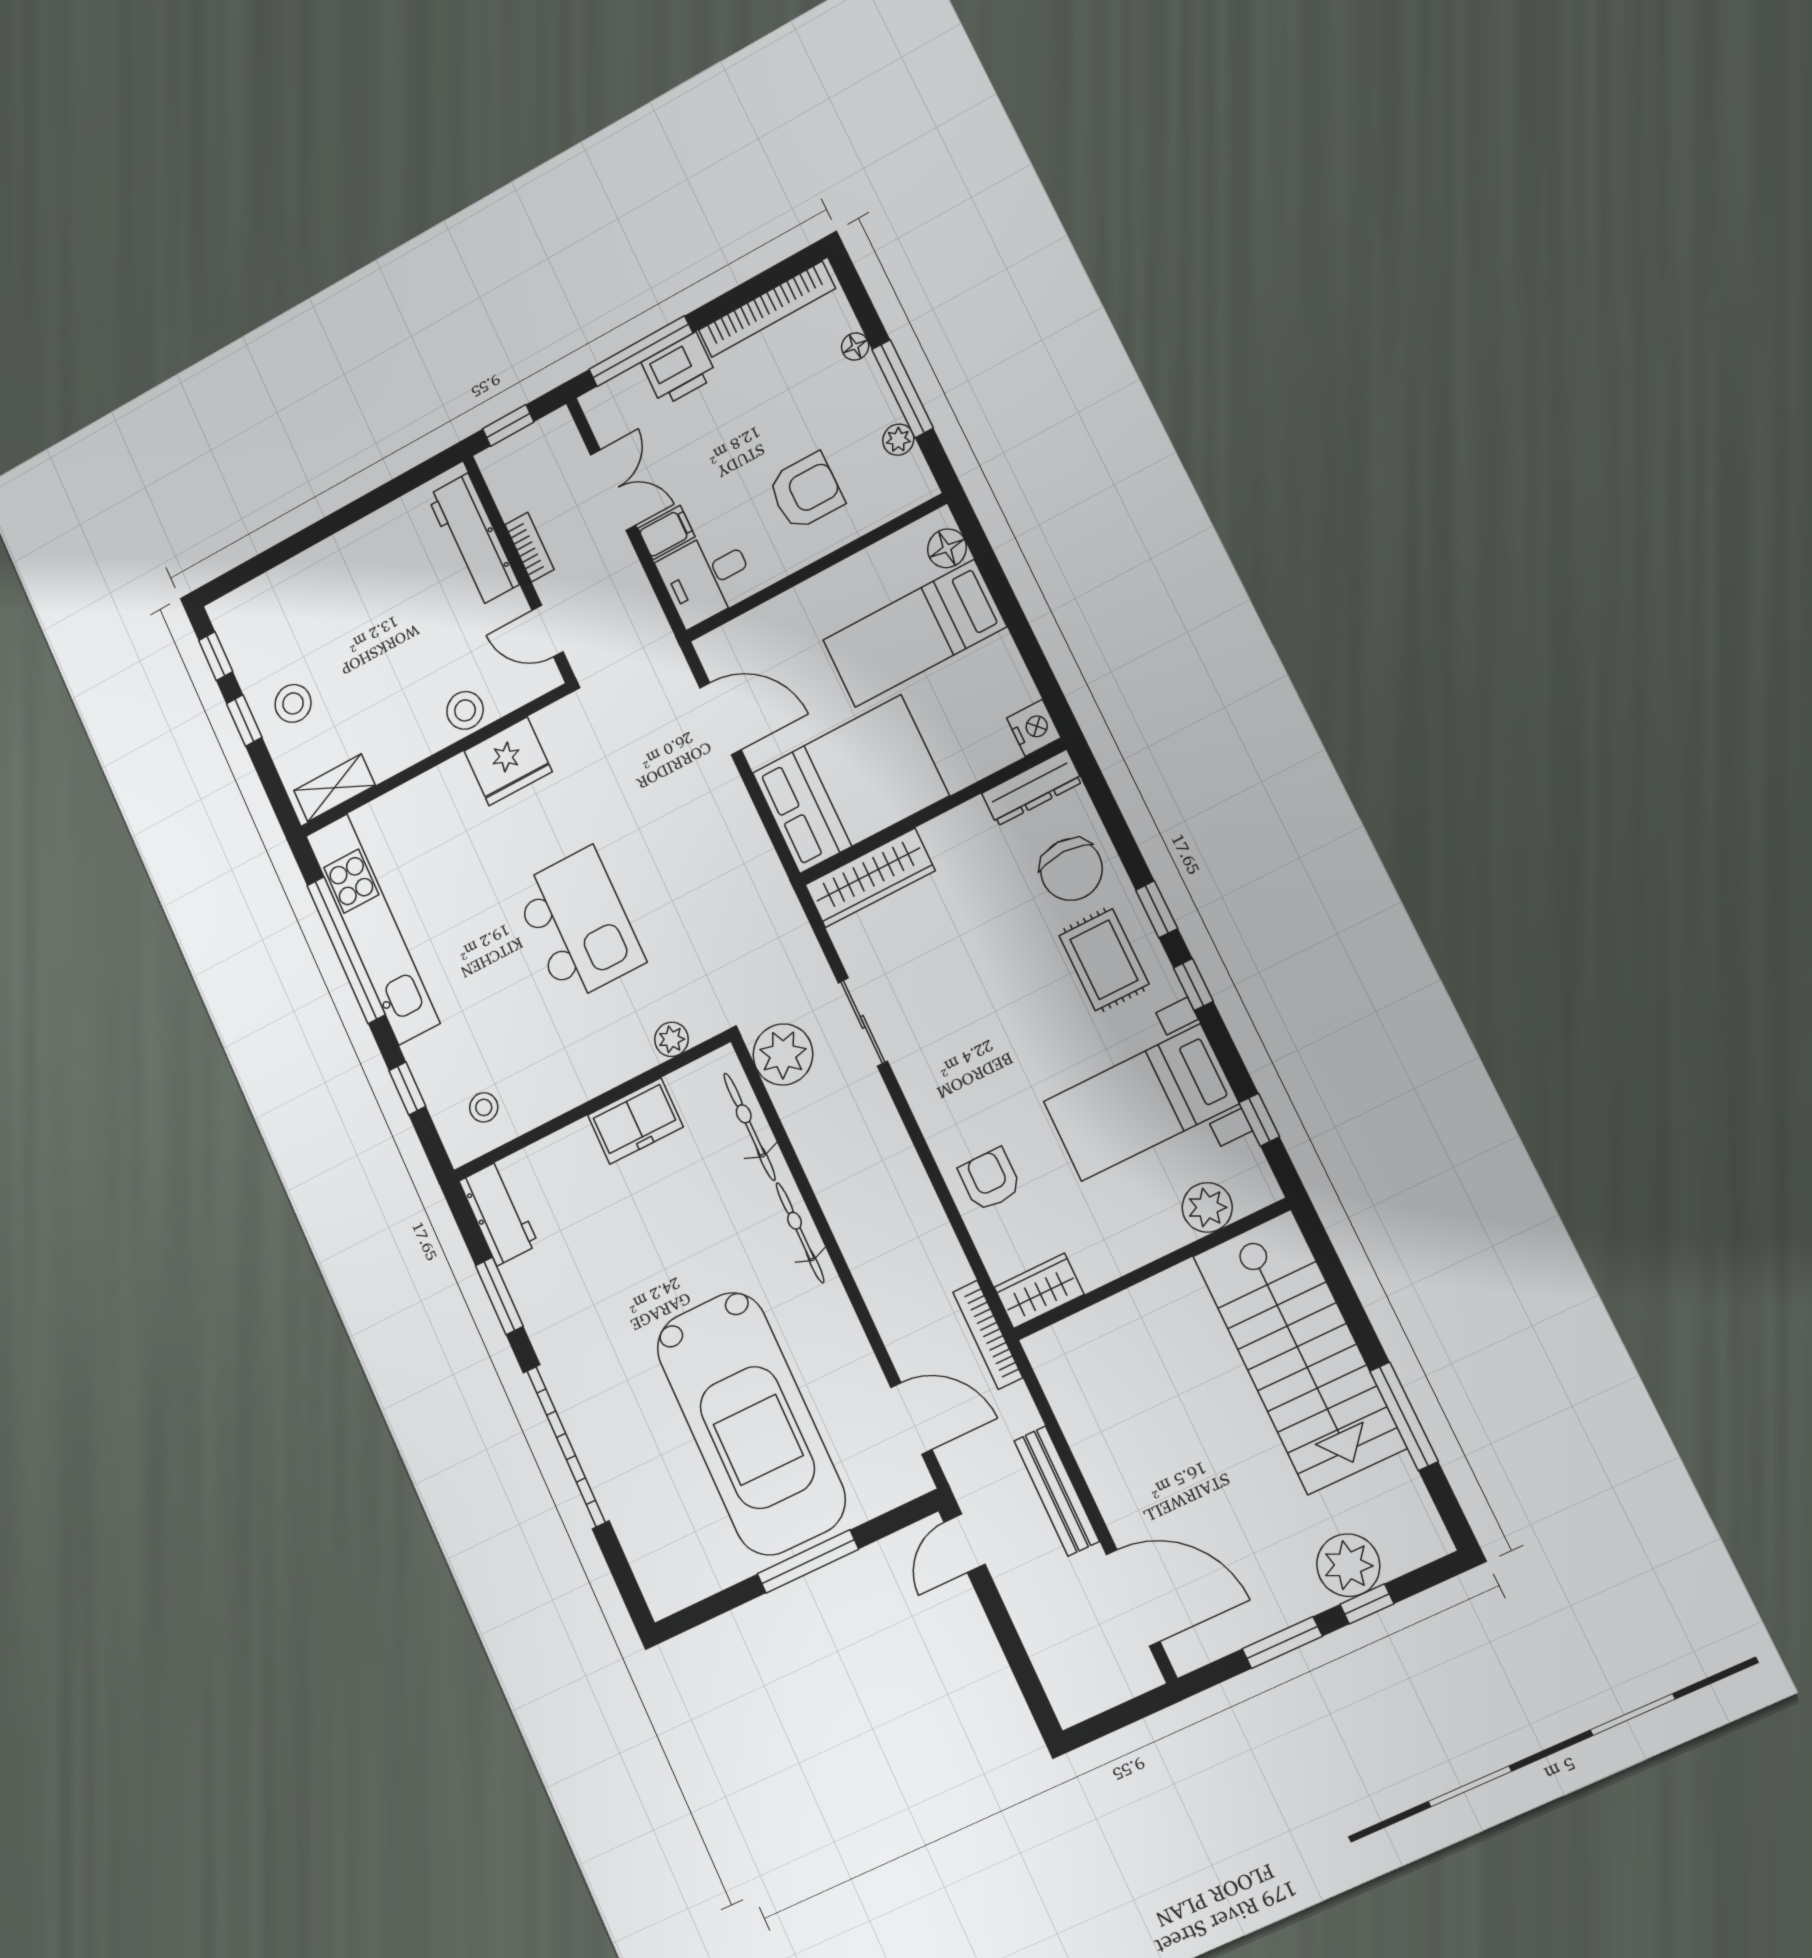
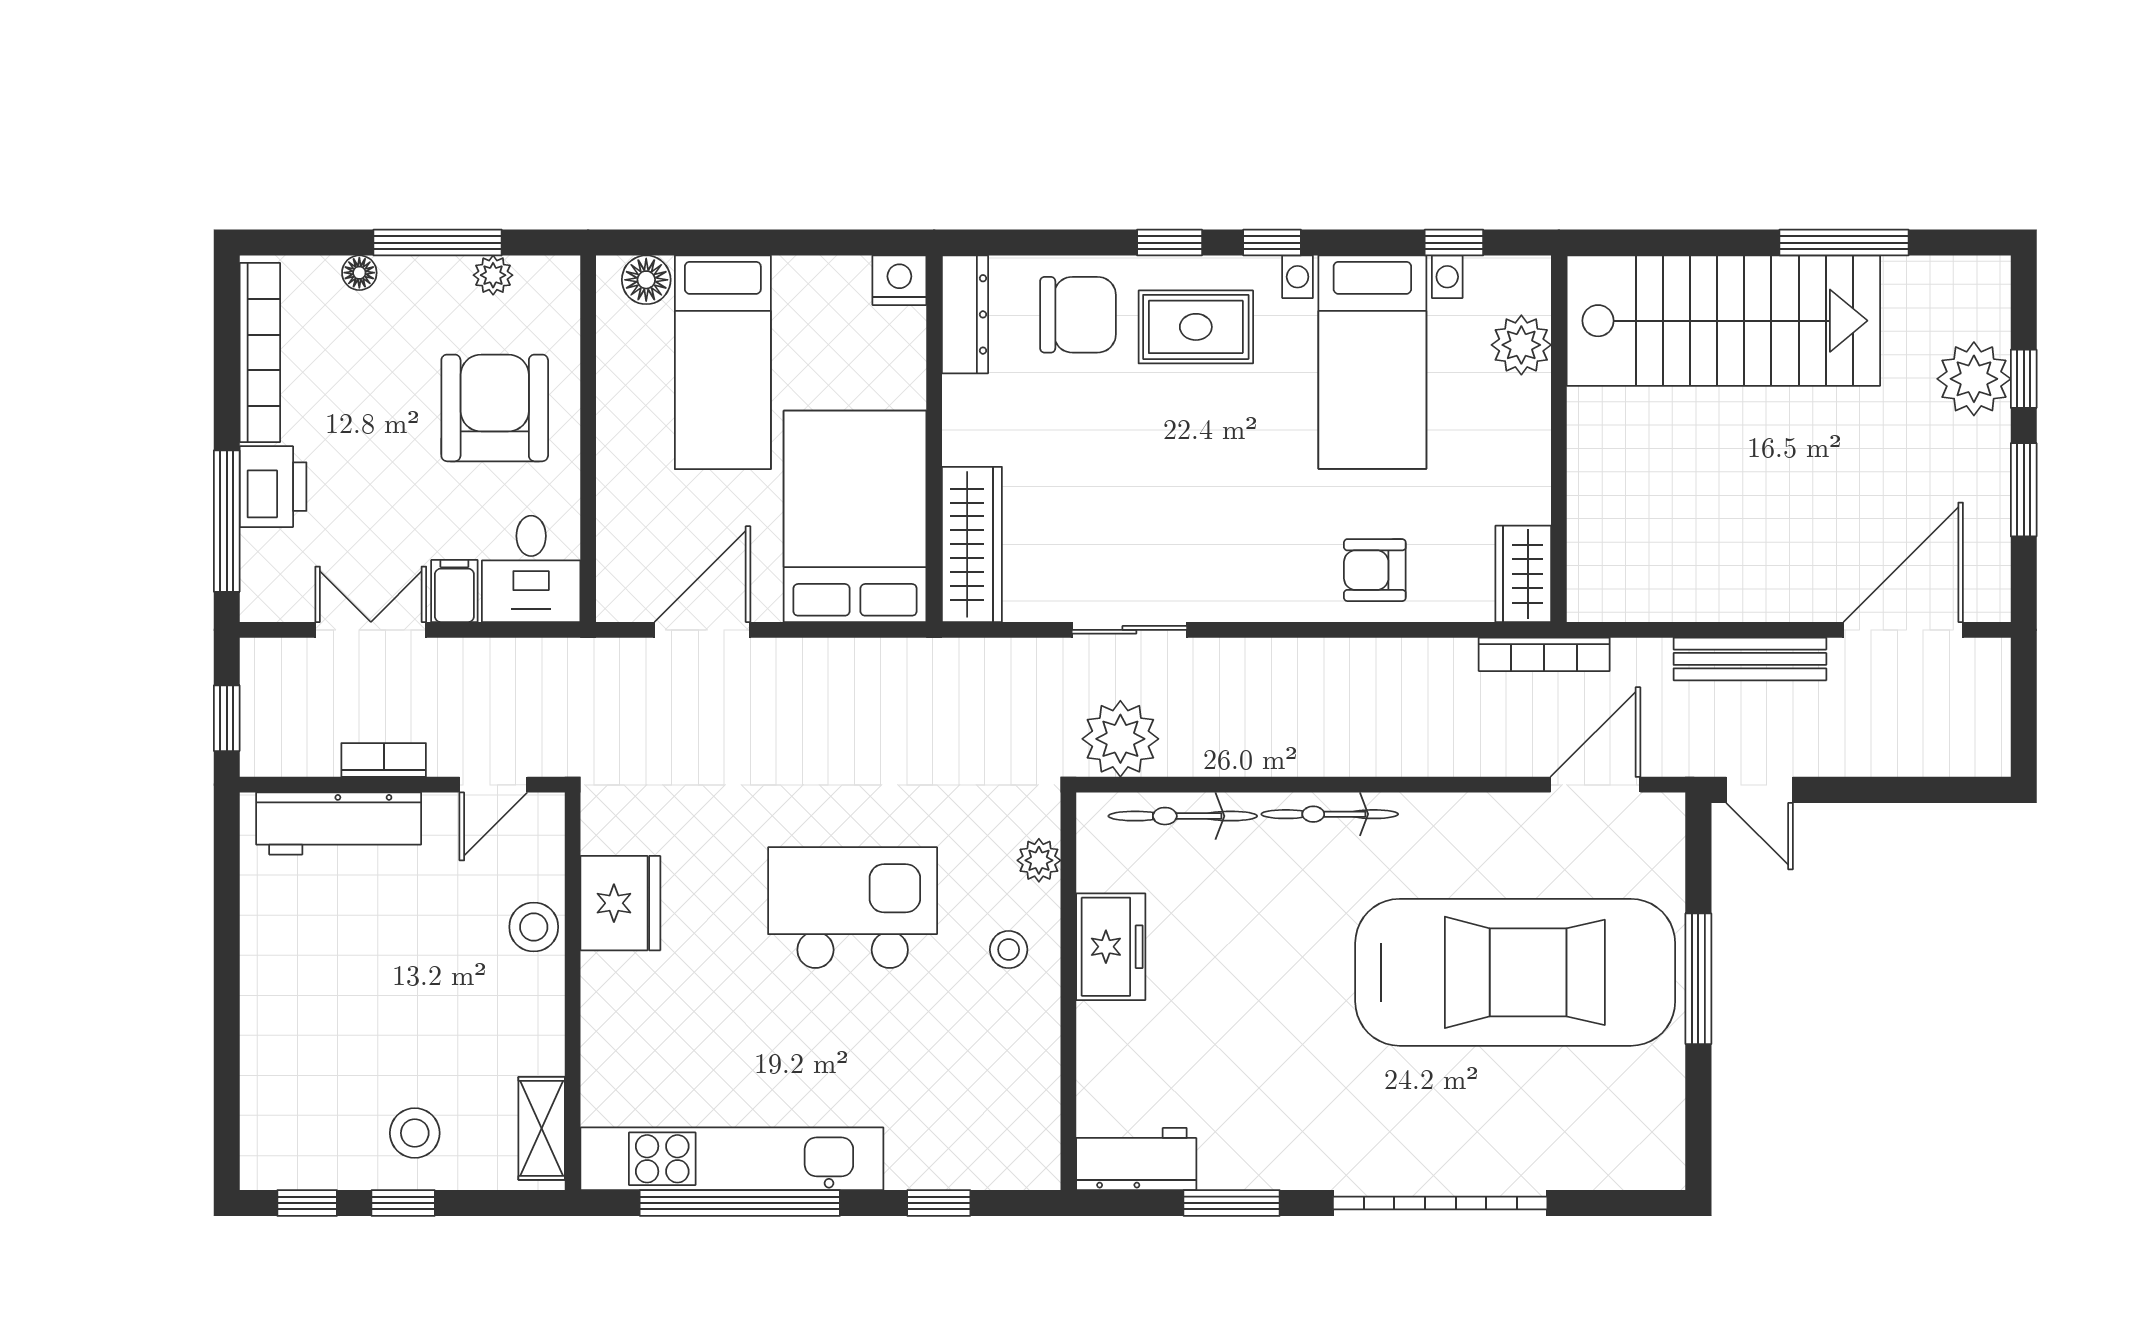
armchair: (806, 491) -> (495, 408), width x1.36, depth x1.36
stool: (484, 1107) -> (1009, 950), moved

